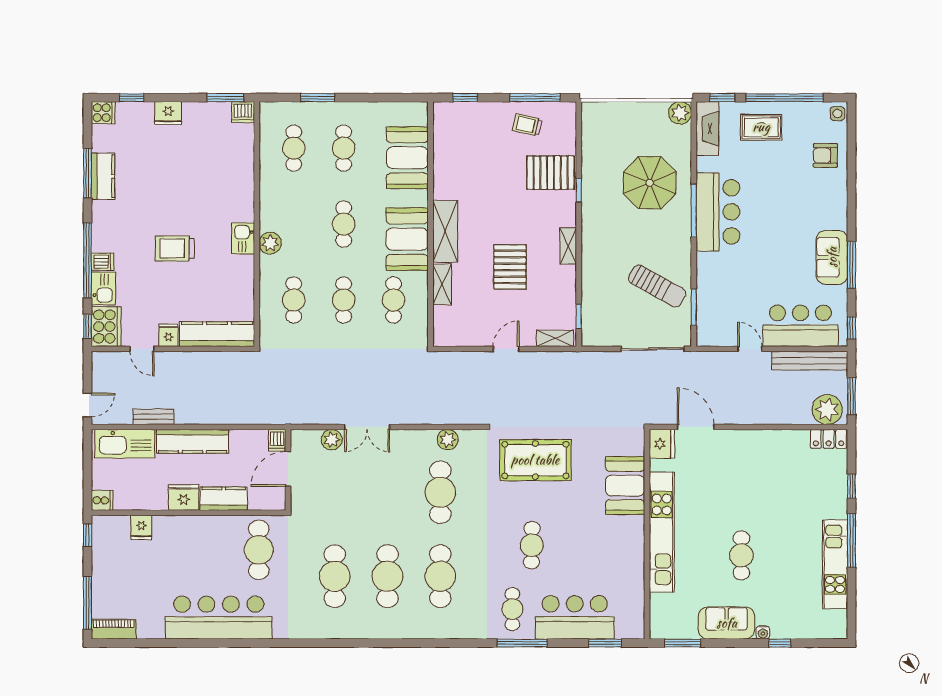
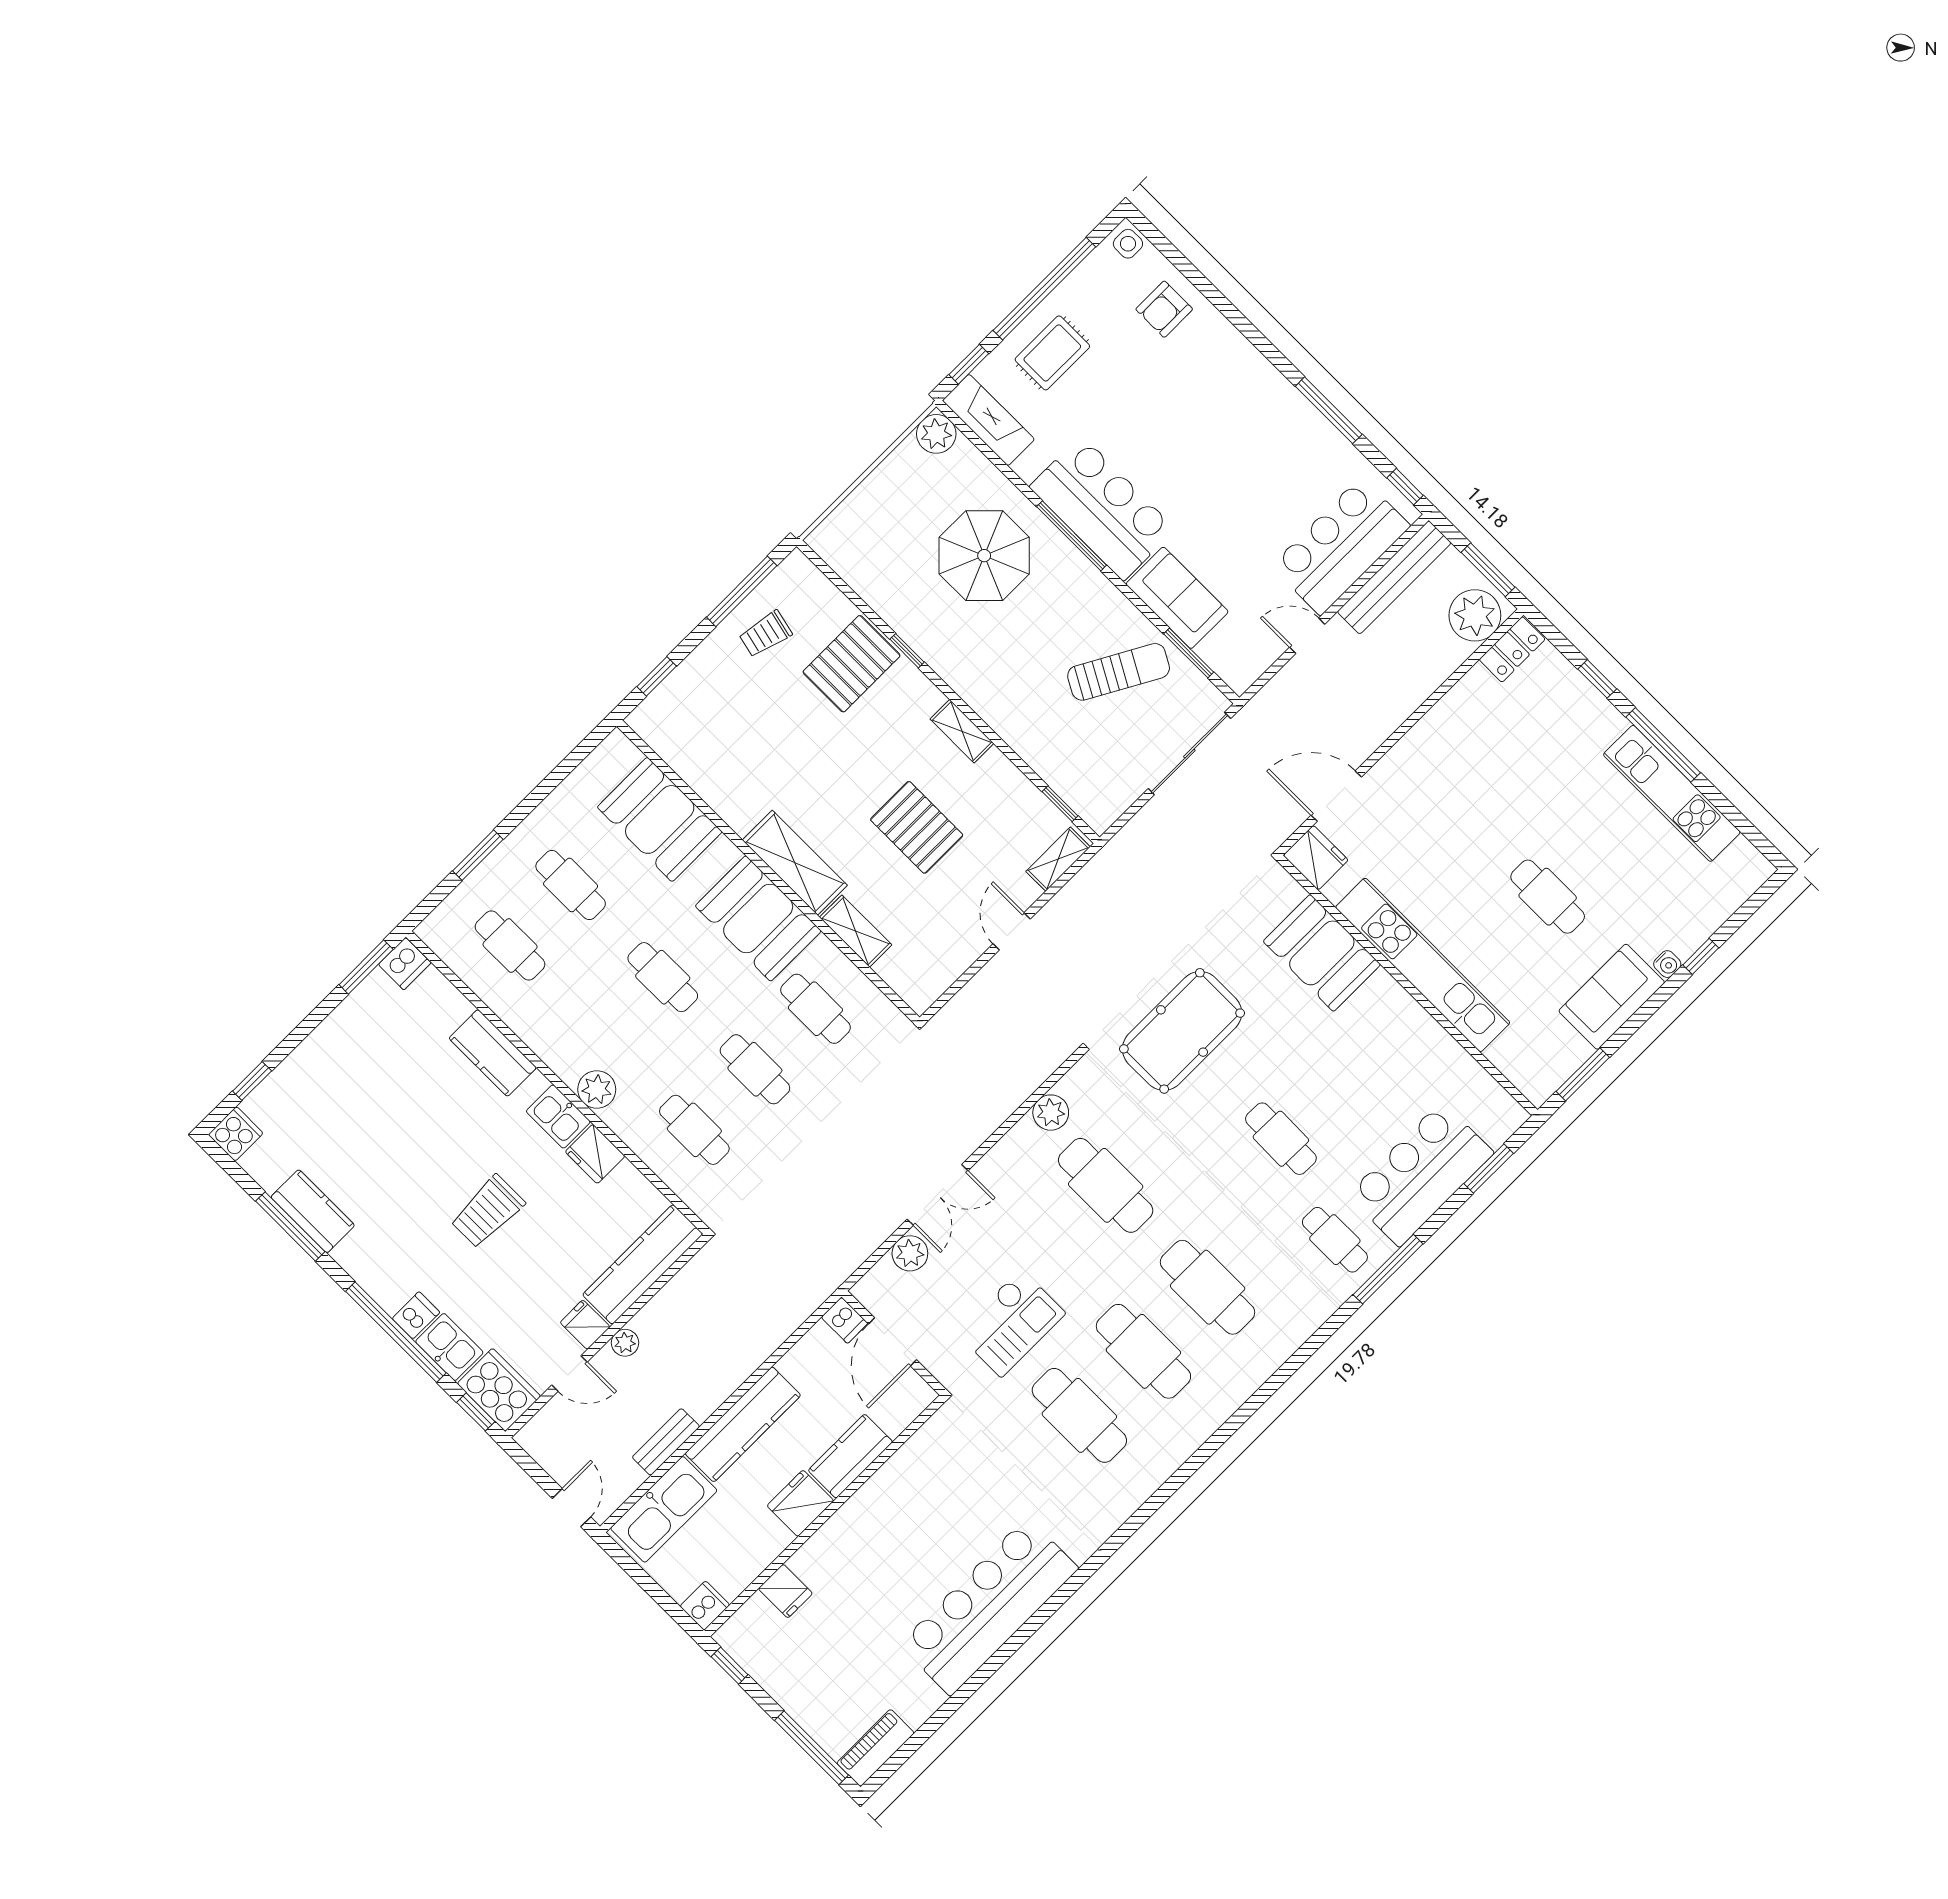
fridge: (168, 113) -> (595, 1154), moved, turned 90
kitchen counter: (242, 185) -> (493, 1053), added
sofa: (832, 257) -> (1177, 598), moved, turned 180
plant: (177, 359) -> (625, 1343), added
checkout: (345, 510) -> (1011, 1323), added
cafe table: (259, 550) -> (955, 1476), removed

